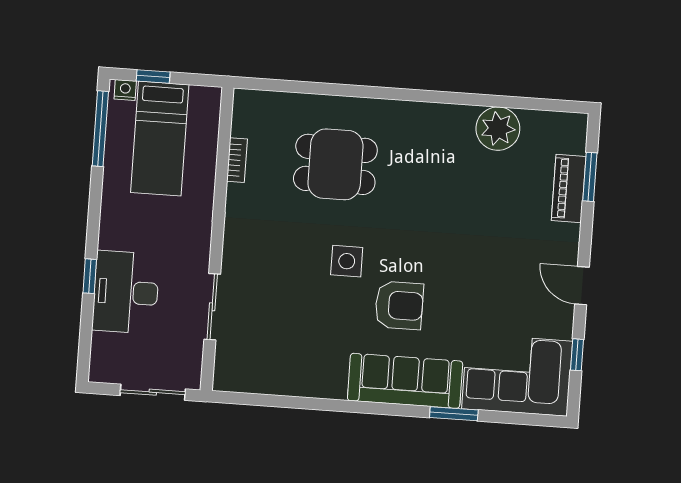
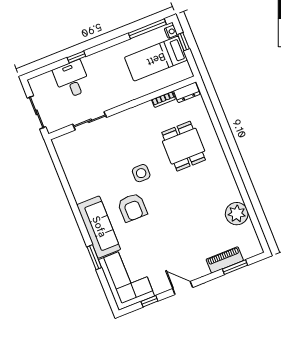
dresser: (244, 114) -> (187, 92), added
door: (582, 286) -> (183, 288), hinge flipped
desk: (126, 292) -> (72, 79), width x0.73

